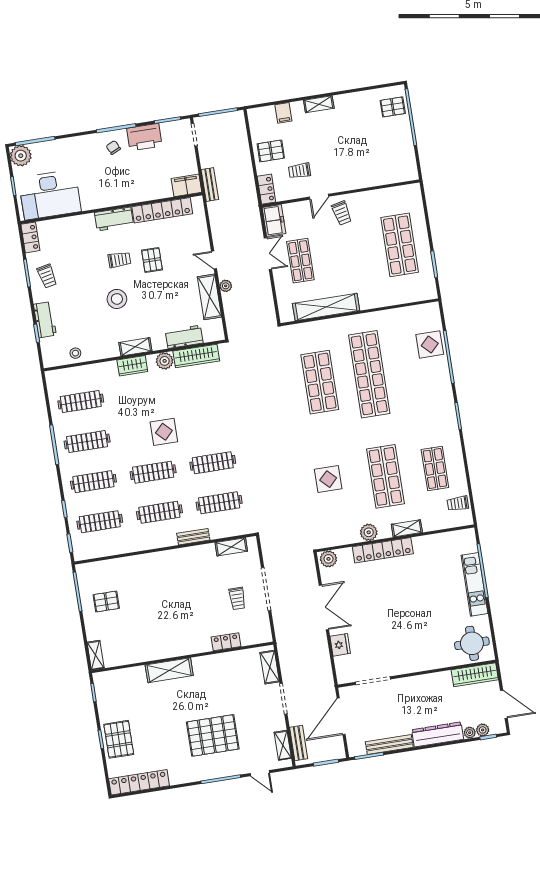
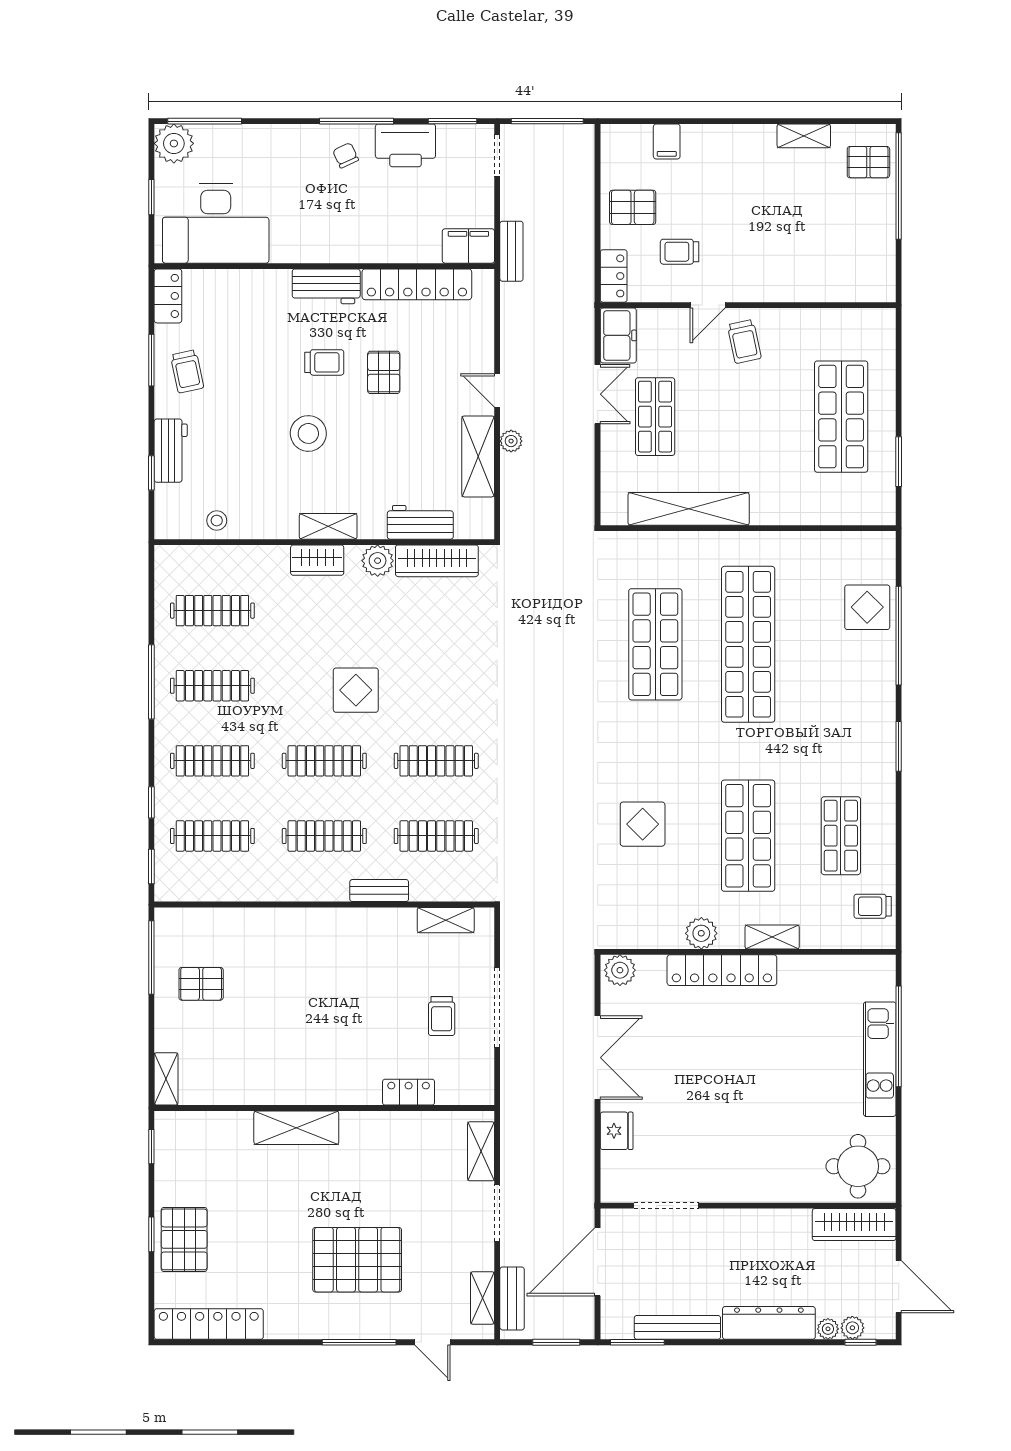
shelving: (319, 104) -> (804, 136), moved

